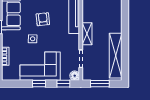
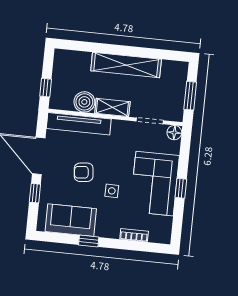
boiler: (89, 15) -> (84, 102), added
shelving: (116, 56) -> (126, 65), moved
window: (63, 84) -> (185, 151), removed

